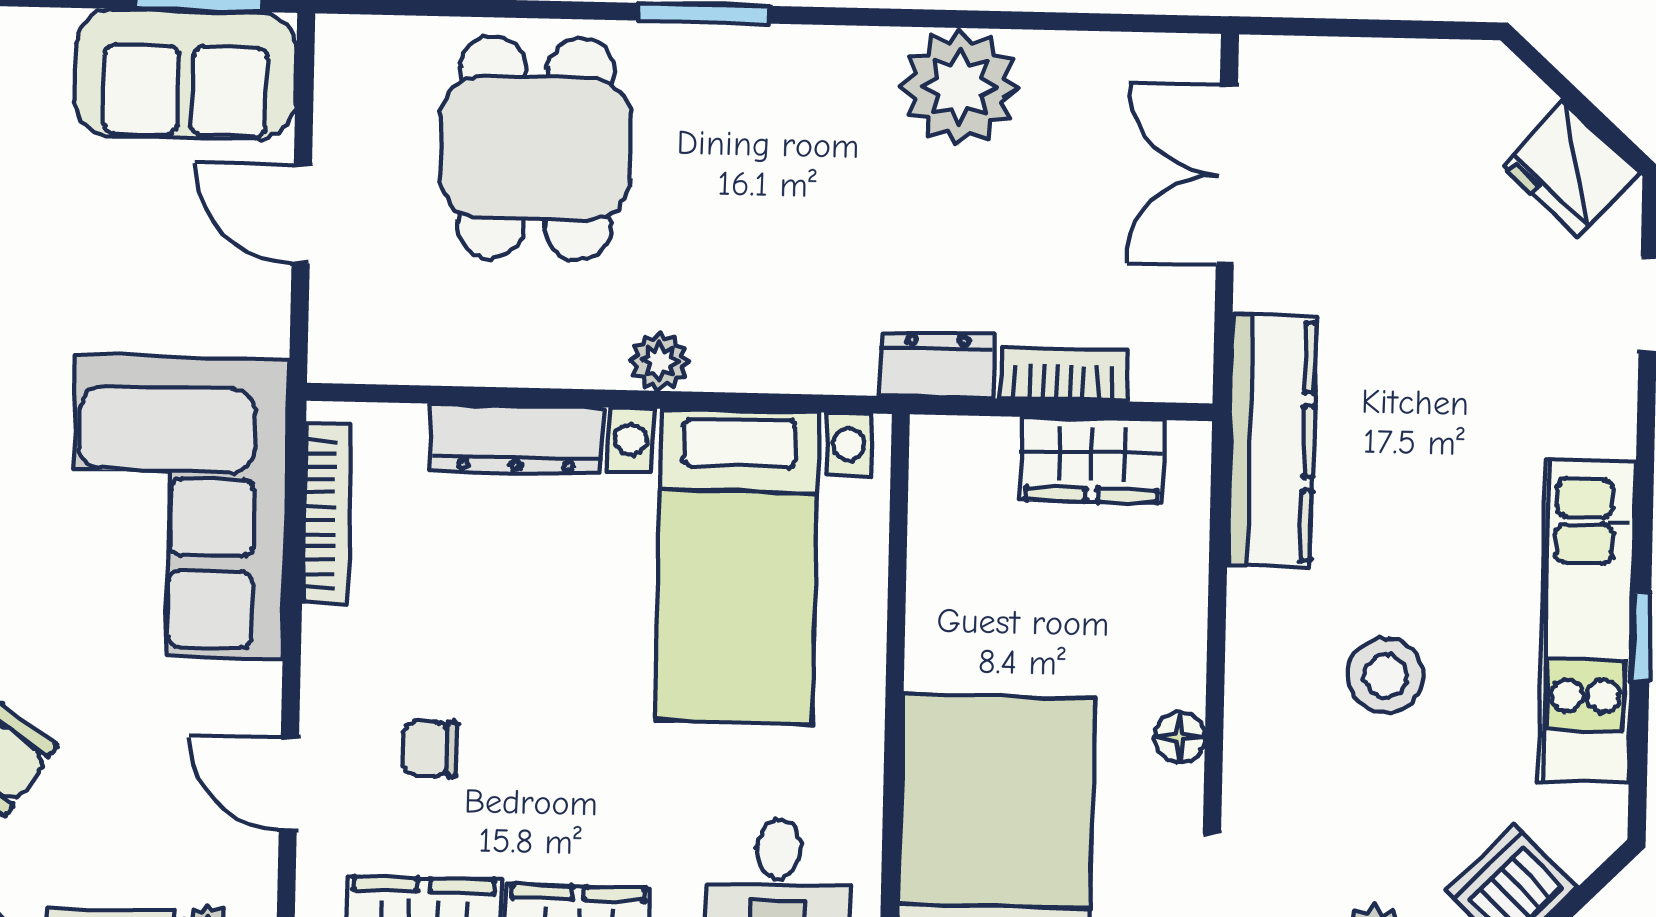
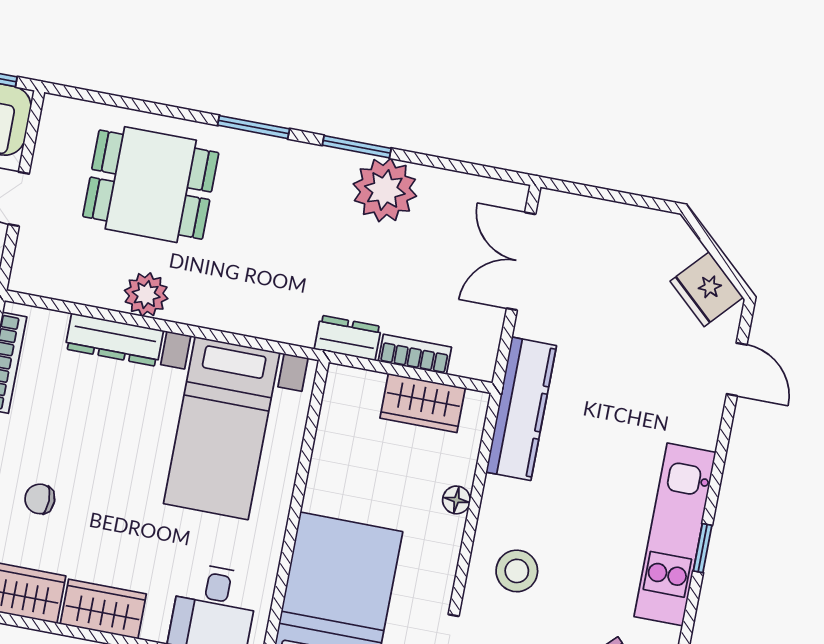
window: (896, 18) -> (357, 147), added
dining table: (536, 148) -> (151, 185), turned 90
plant: (659, 361) -> (146, 295), moved, width x1.38, depth x1.38
stool: (1385, 676) -> (517, 571), moved
floor lamp: (1180, 737) -> (456, 500), moved

